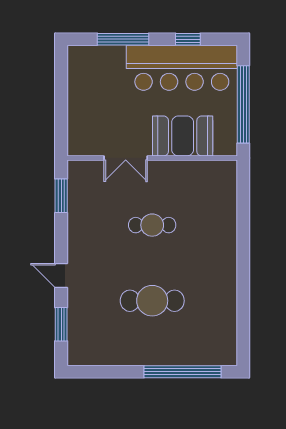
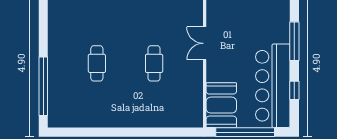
booth: (183, 136) -> (221, 105), moved
cafe table: (152, 301) -> (97, 63), width x0.73, depth x0.74

